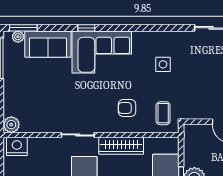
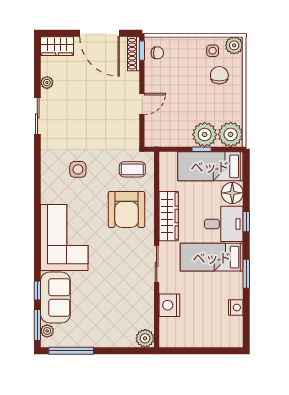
window: (86, 28) -> (37, 290), moved
armchair: (127, 108) -> (127, 209), width x1.88, depth x1.88
nightstand: (17, 146) -> (169, 305), moved

